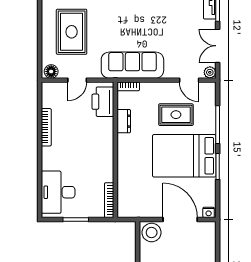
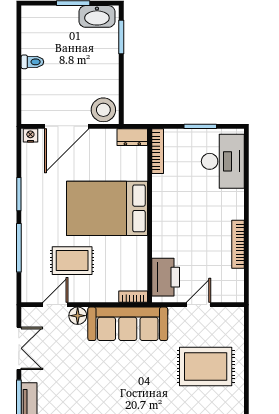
rug: (72, 32) -> (206, 366), turned 90
floor lamp: (51, 71) -> (78, 316), moved
plant: (210, 72) -> (29, 315), removed
door: (189, 80) -> (55, 305), hinge flipped
dresser: (124, 121) -> (132, 137), moved, turned -90
bed: (184, 156) -> (107, 208), moved, turned 180
door: (180, 220) -> (67, 126), hinge flipped

